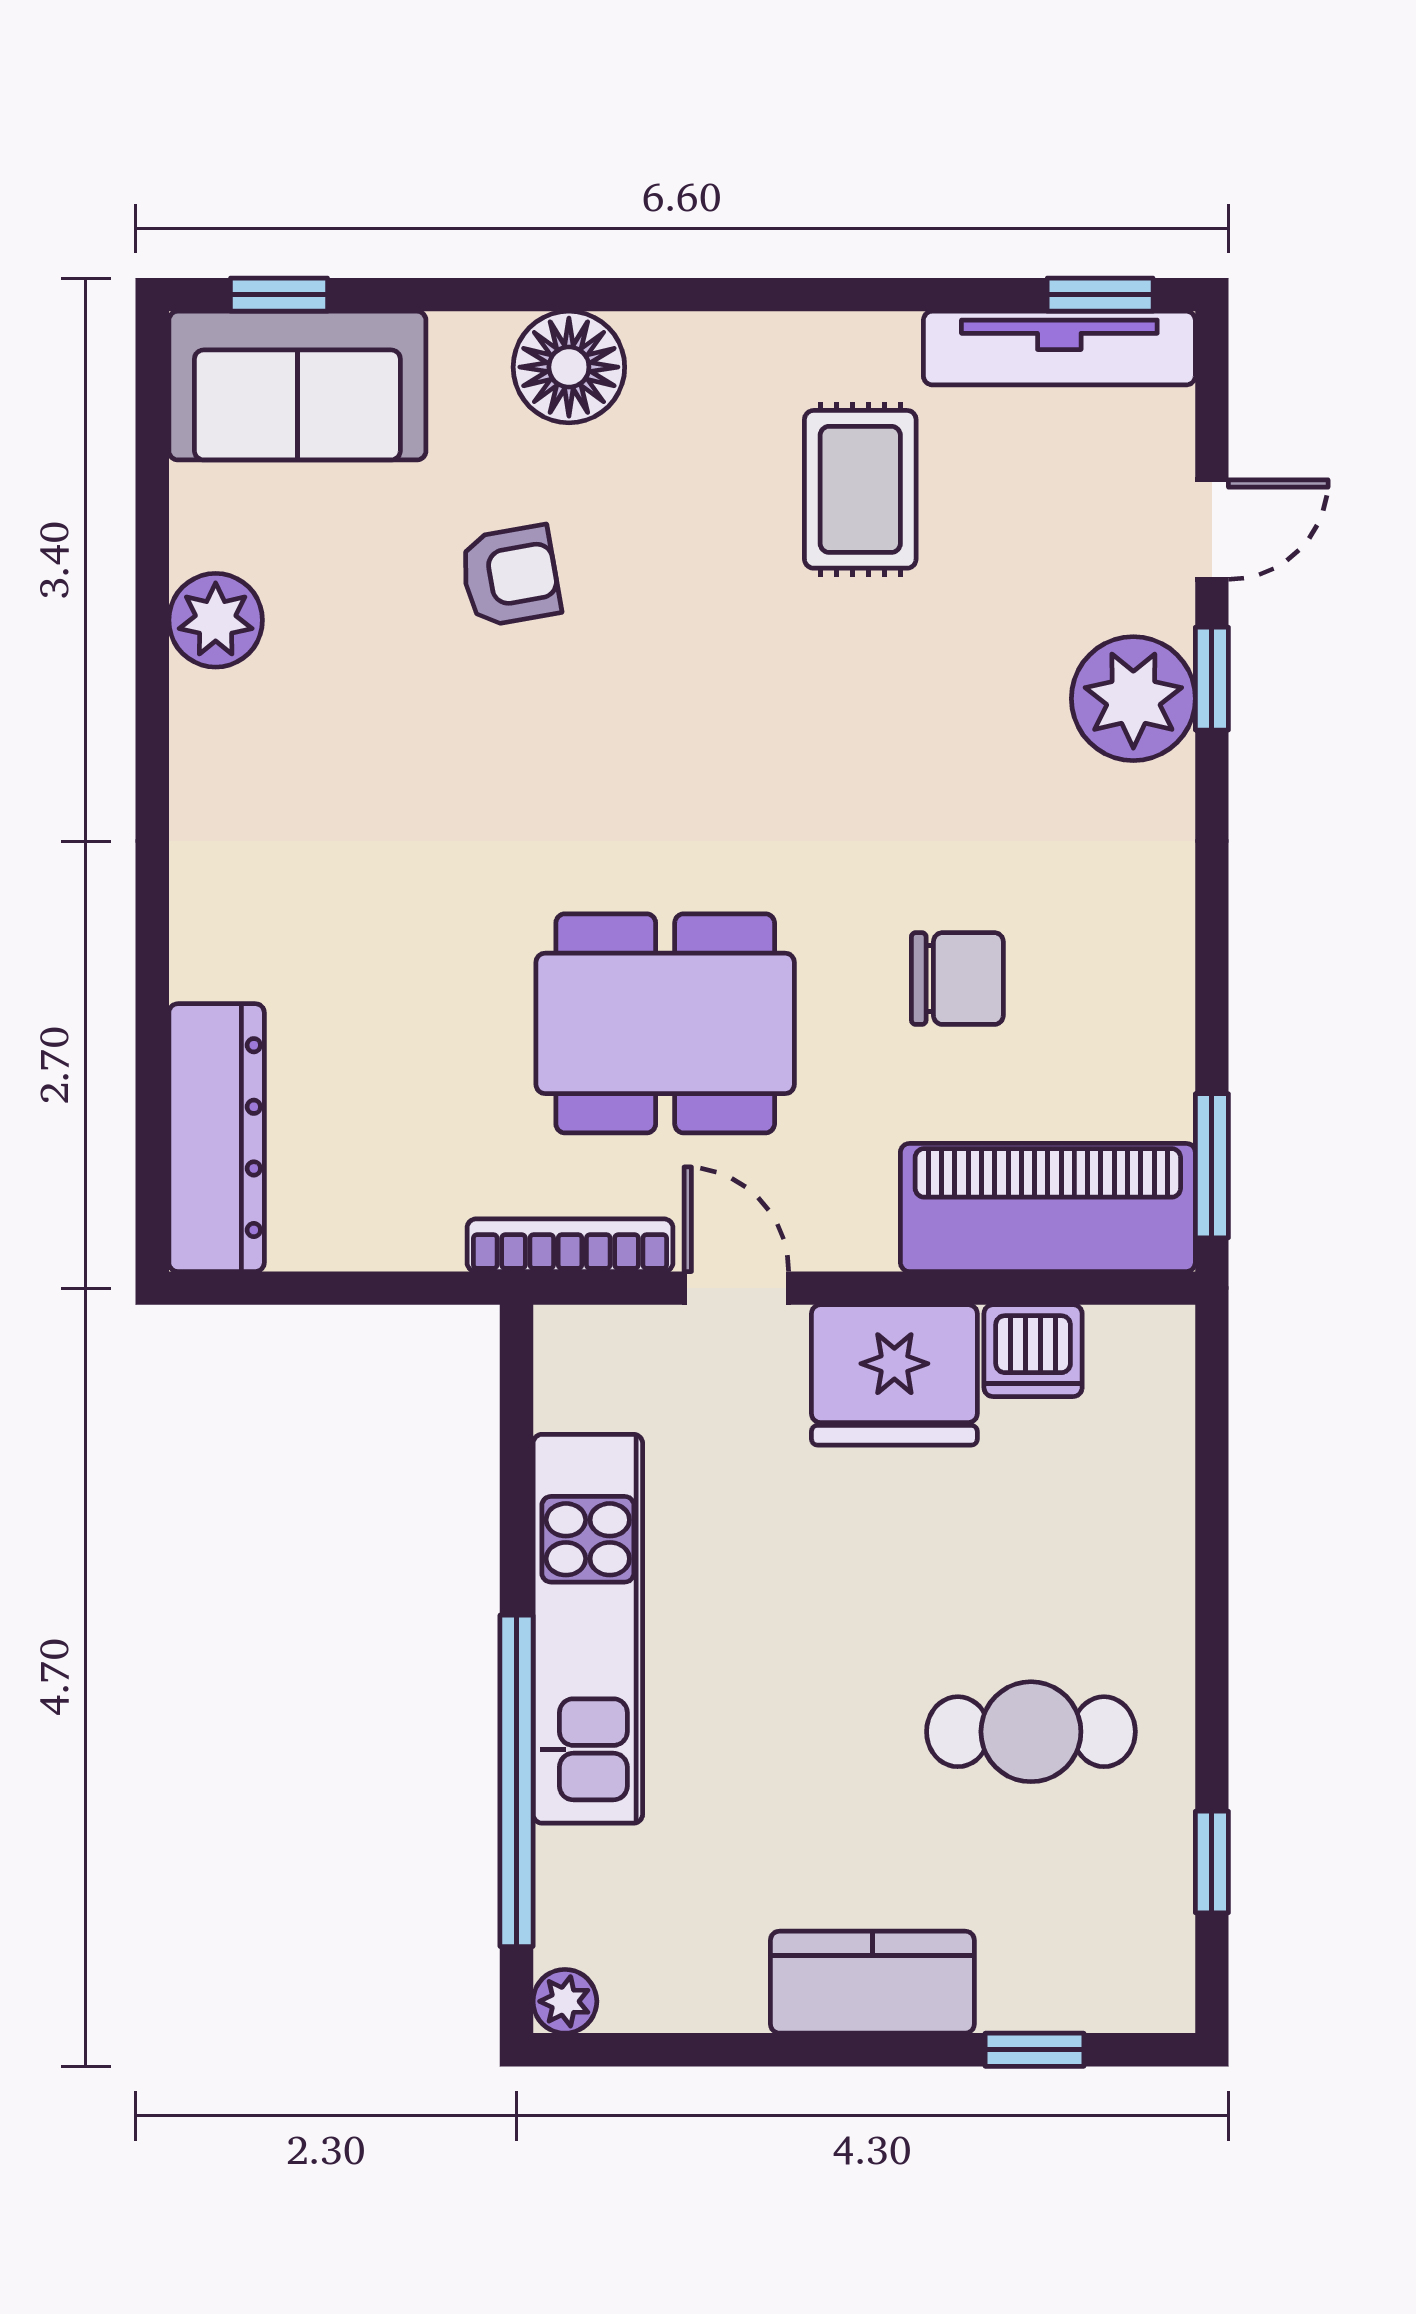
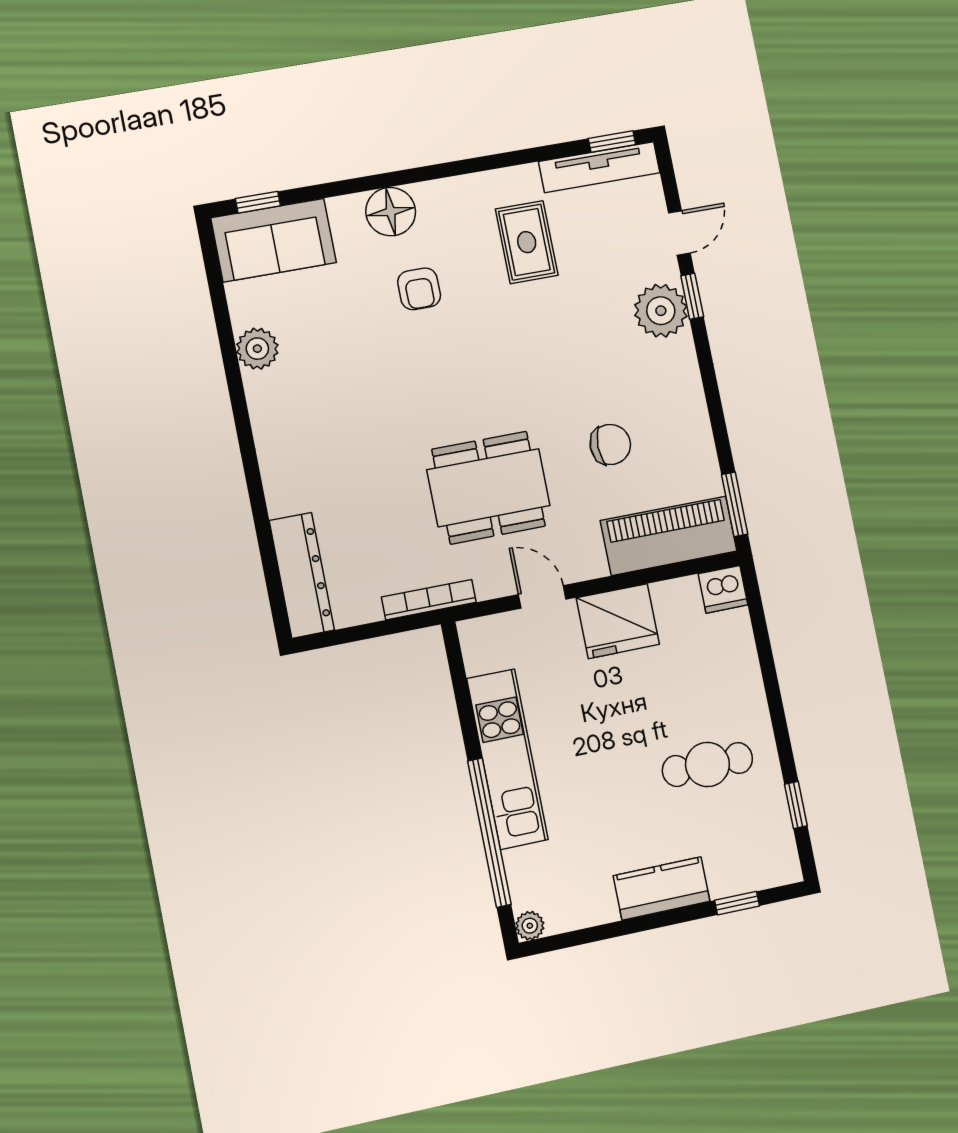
armchair: (510, 576) -> (419, 289), moved, turned 100
bookcase: (570, 1245) -> (429, 600), moved
dishwasher: (1033, 1351) -> (723, 589), moved

